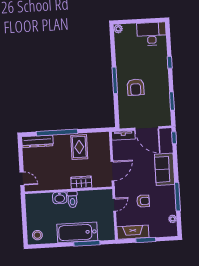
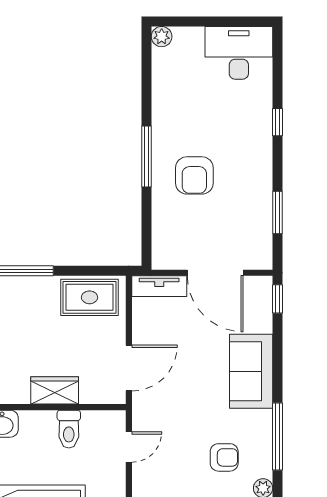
rug: (79, 147) -> (90, 297), moved, turned 90
toilet: (72, 199) -> (69, 429), moved
armchair: (143, 201) -> (224, 457), moved

